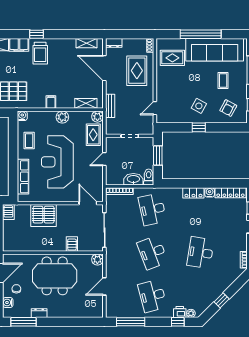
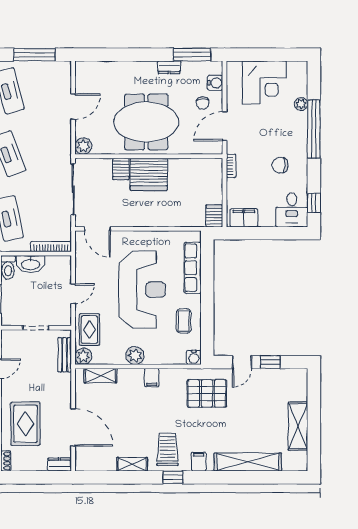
shelving: (86, 43) -> (132, 464), moved
filing cabinet: (19, 45) -> (199, 462), width x0.50
bench: (110, 106) -> (65, 355), moved
server rack: (44, 216) -> (149, 174), moved, turned 180

